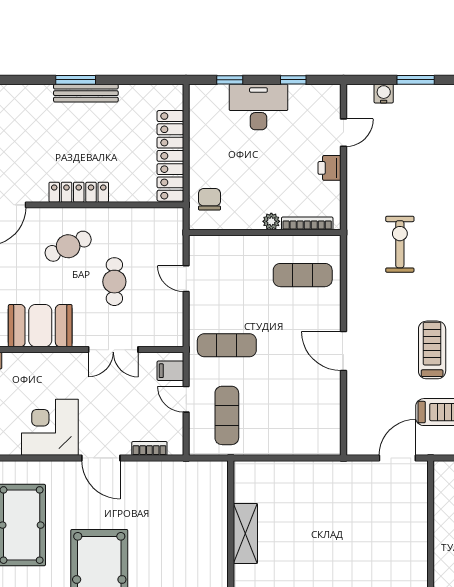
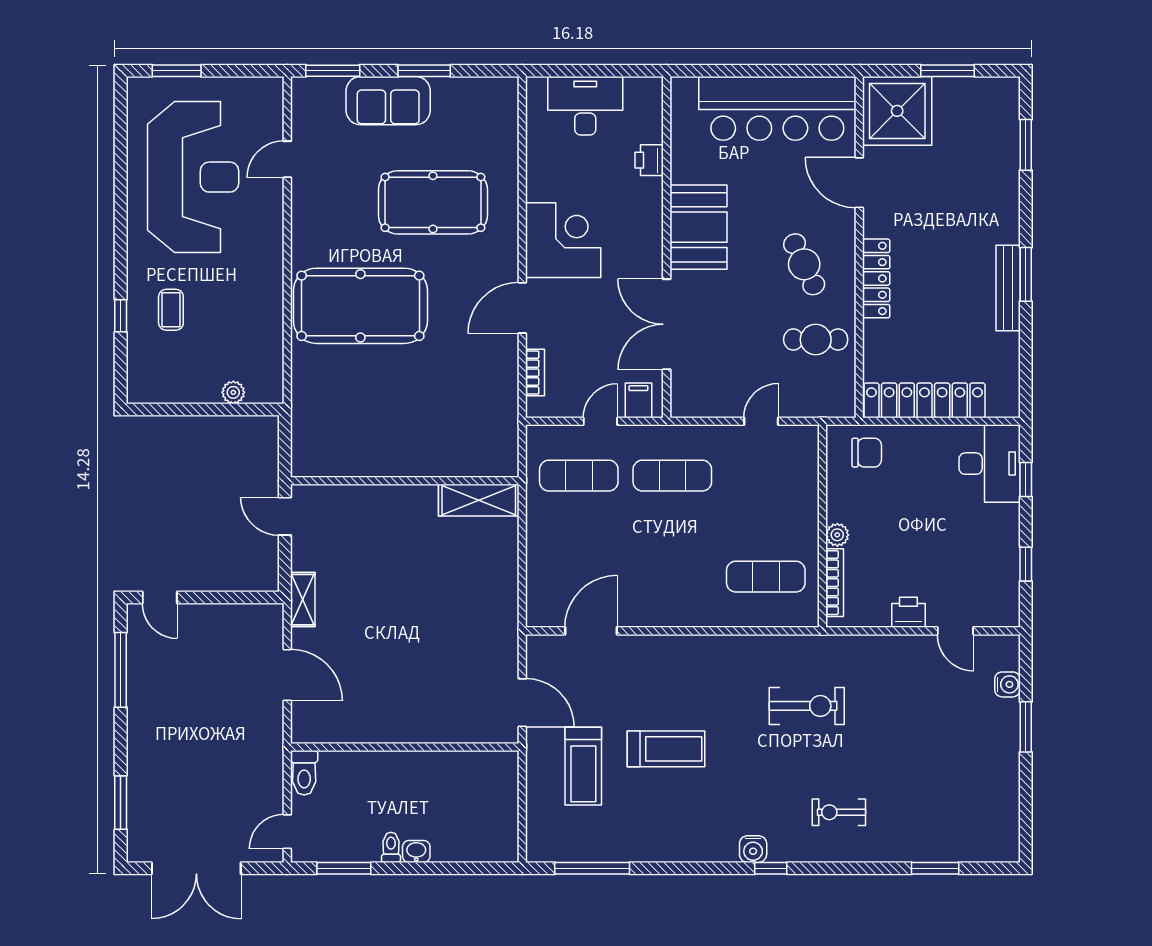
desk: (258, 107) -> (990, 464), moved
exercise mat: (303, 275) -> (766, 577), turned 90
cafe table: (114, 282) -> (816, 340), moved
exercise mat: (227, 345) -> (672, 476), turned 90
double door: (113, 350) -> (667, 324), width x1.37
door: (343, 351) -> (591, 631), moved
shelving: (245, 533) -> (479, 500), moved

